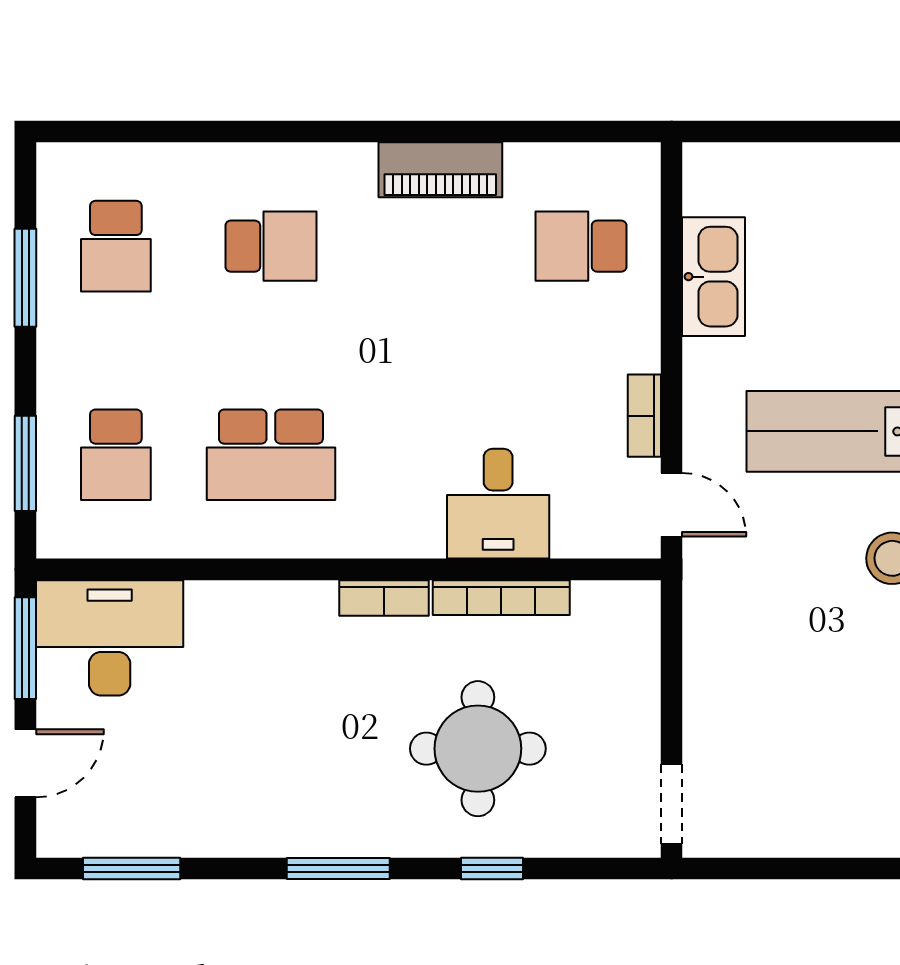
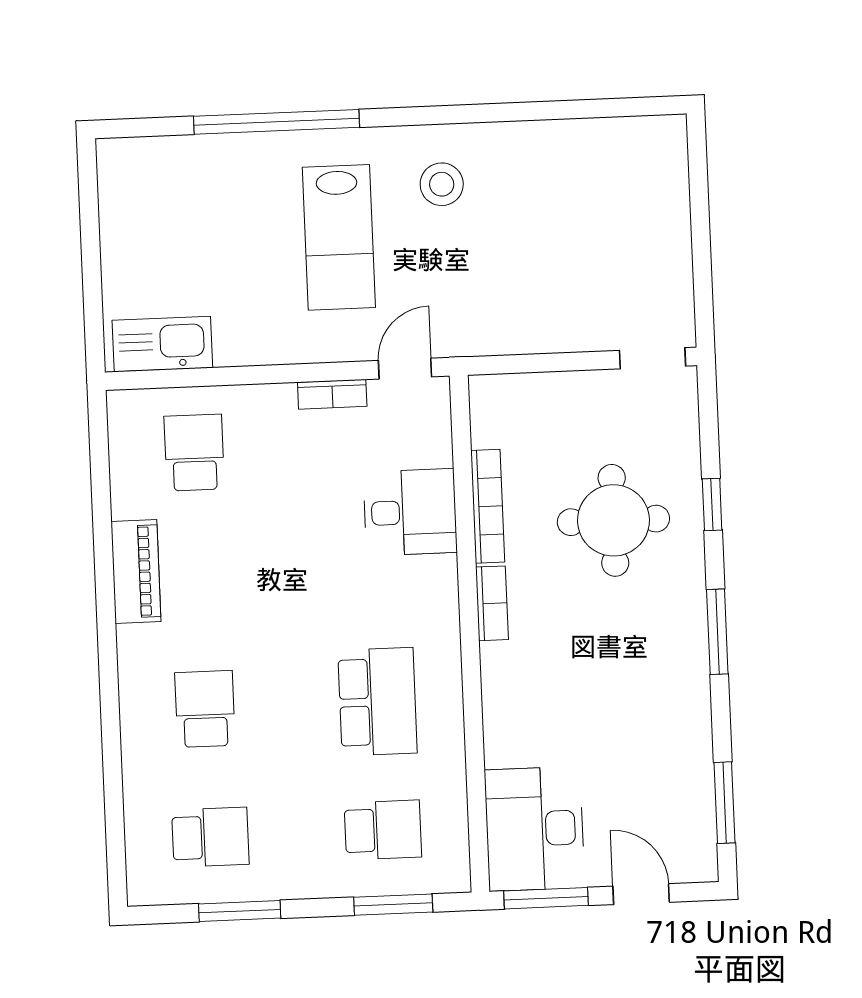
school desk: (581, 246) -> (194, 453), turned 180
kitchen sink: (714, 277) -> (162, 344), moved

